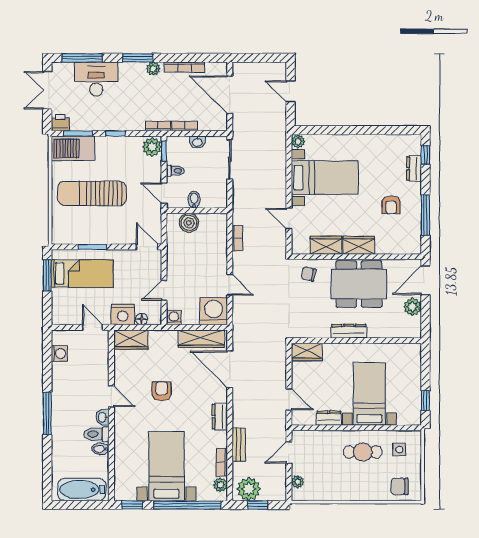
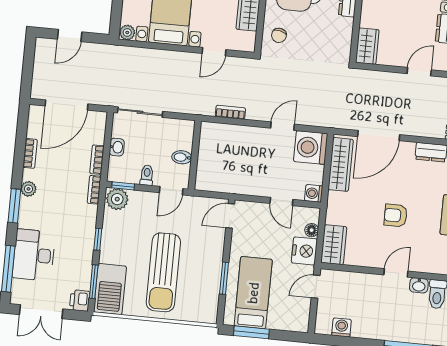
bookcase: (184, 67) -> (30, 153), width x0.64
boiler: (189, 223) -> (207, 166), removed

